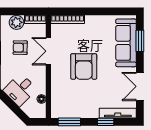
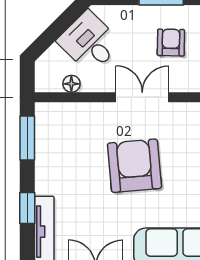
double door: (48, 51) -> (142, 97), moved
armchair: (84, 66) -> (134, 166), turned 85

